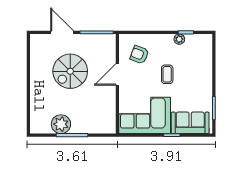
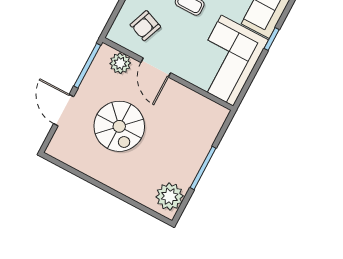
door: (62, 32) -> (64, 110), hinge flipped
plant: (109, 52) -> (120, 63), added
plant: (61, 124) -> (170, 196), moved

